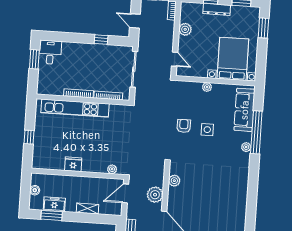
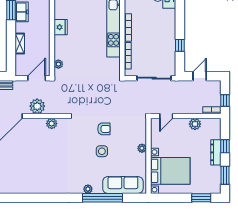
door: (125, 193) -> (37, 78), hinge flipped

